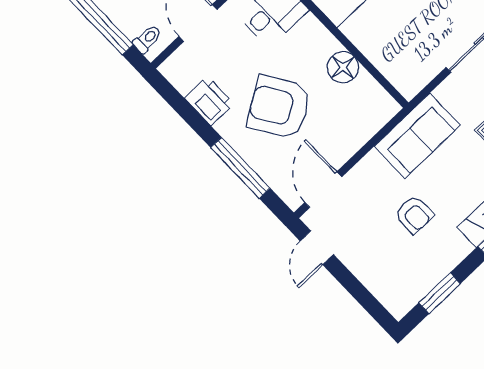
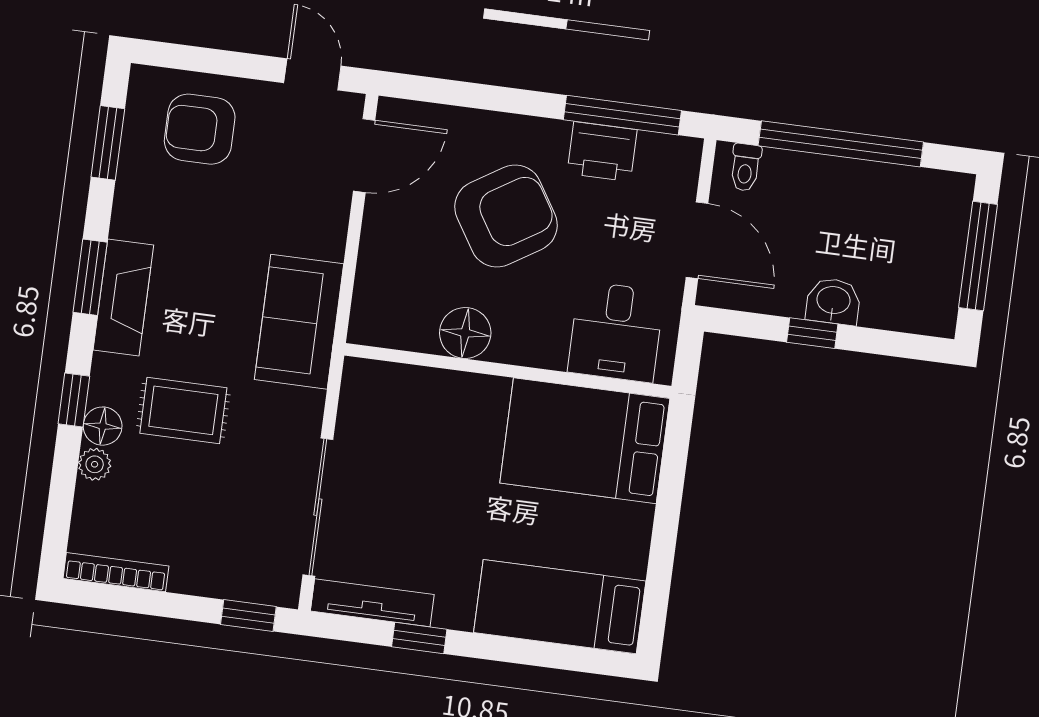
window: (240, 168) -> (622, 115), moved
door: (323, 190) -> (364, 156), hinge flipped
armchair: (414, 214) -> (200, 129), moved, width x1.38, depth x1.38

